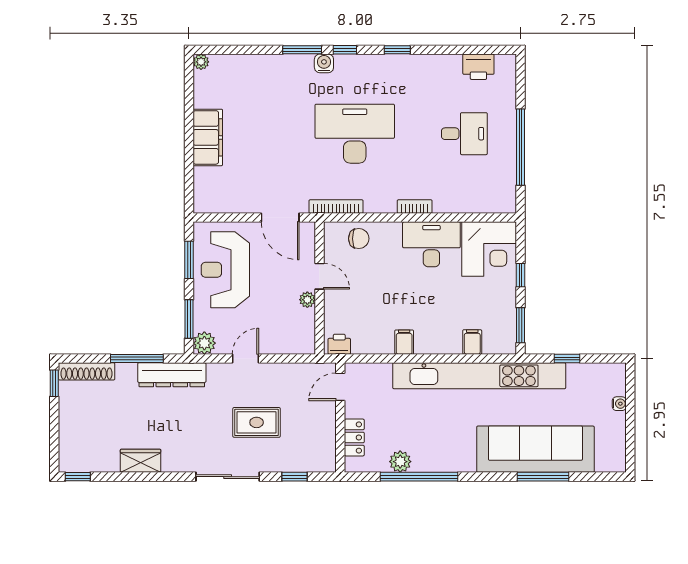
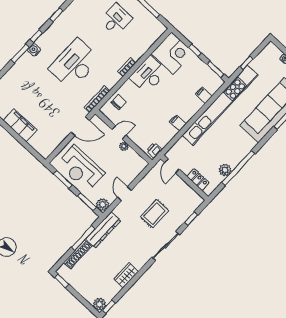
shoe rack: (87, 371) -> (77, 255), moved
plant: (70, 461) -> (99, 304), added

